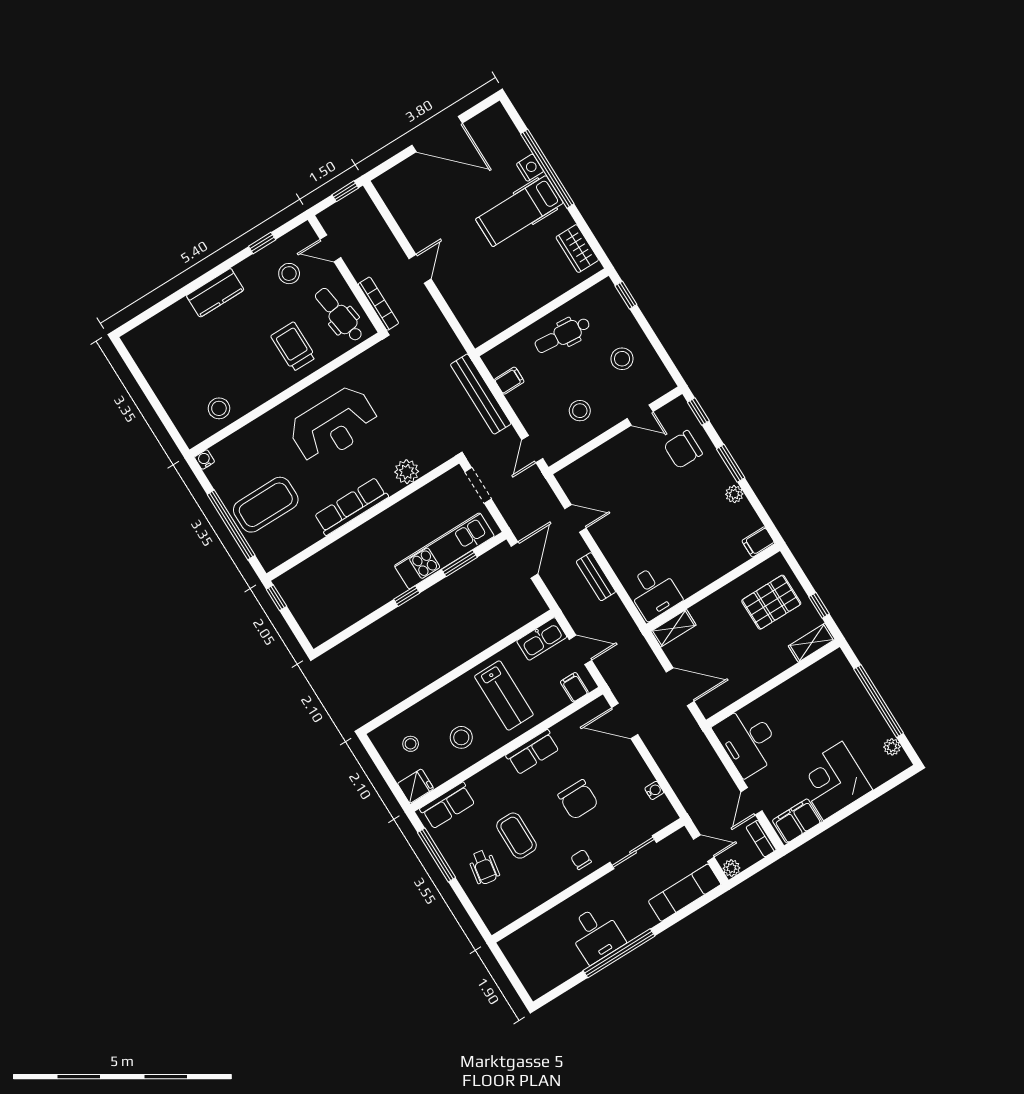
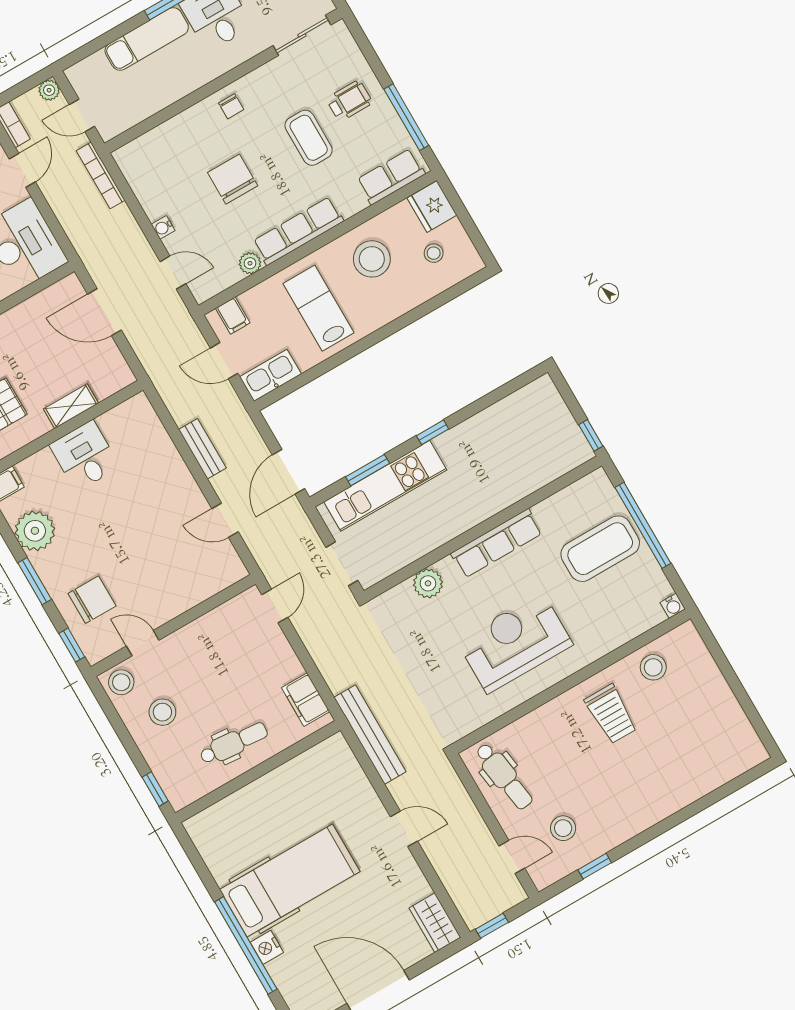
hospital bed: (519, 211) -> (290, 881), width x1.37, depth x1.29
wardrobe: (577, 249) -> (435, 923), moved, turned 180
door: (420, 269) -> (404, 829), swing flipped
kitchen counter: (215, 293) -> (653, 808), removed
bookcase: (378, 304) -> (101, 175), moved
trolley: (293, 347) -> (611, 714), moved
filing cabinet: (509, 381) -> (306, 700), width x2.00
bench: (481, 394) -> (370, 735), moved
stool: (580, 411) -> (121, 682), moved
plant: (734, 494) -> (35, 531), width x1.87, depth x1.87
desk: (654, 592) -> (85, 456), moved
shelving: (673, 628) -> (71, 406), moved
door: (625, 721) -> (173, 273), width x0.73
plant: (562, 731) -> (250, 263), added
stool: (461, 737) -> (372, 259), width x1.38, depth x1.38
row of seats: (533, 752) -> (298, 231), width x1.48
fridge: (416, 786) -> (432, 207), width x1.38
water cooler: (654, 790) -> (163, 227), moved
sliding door: (633, 852) -> (302, 35), moved
wheelchair: (484, 867) -> (349, 101), turned 80
exam couch: (685, 893) -> (147, 39), moved

